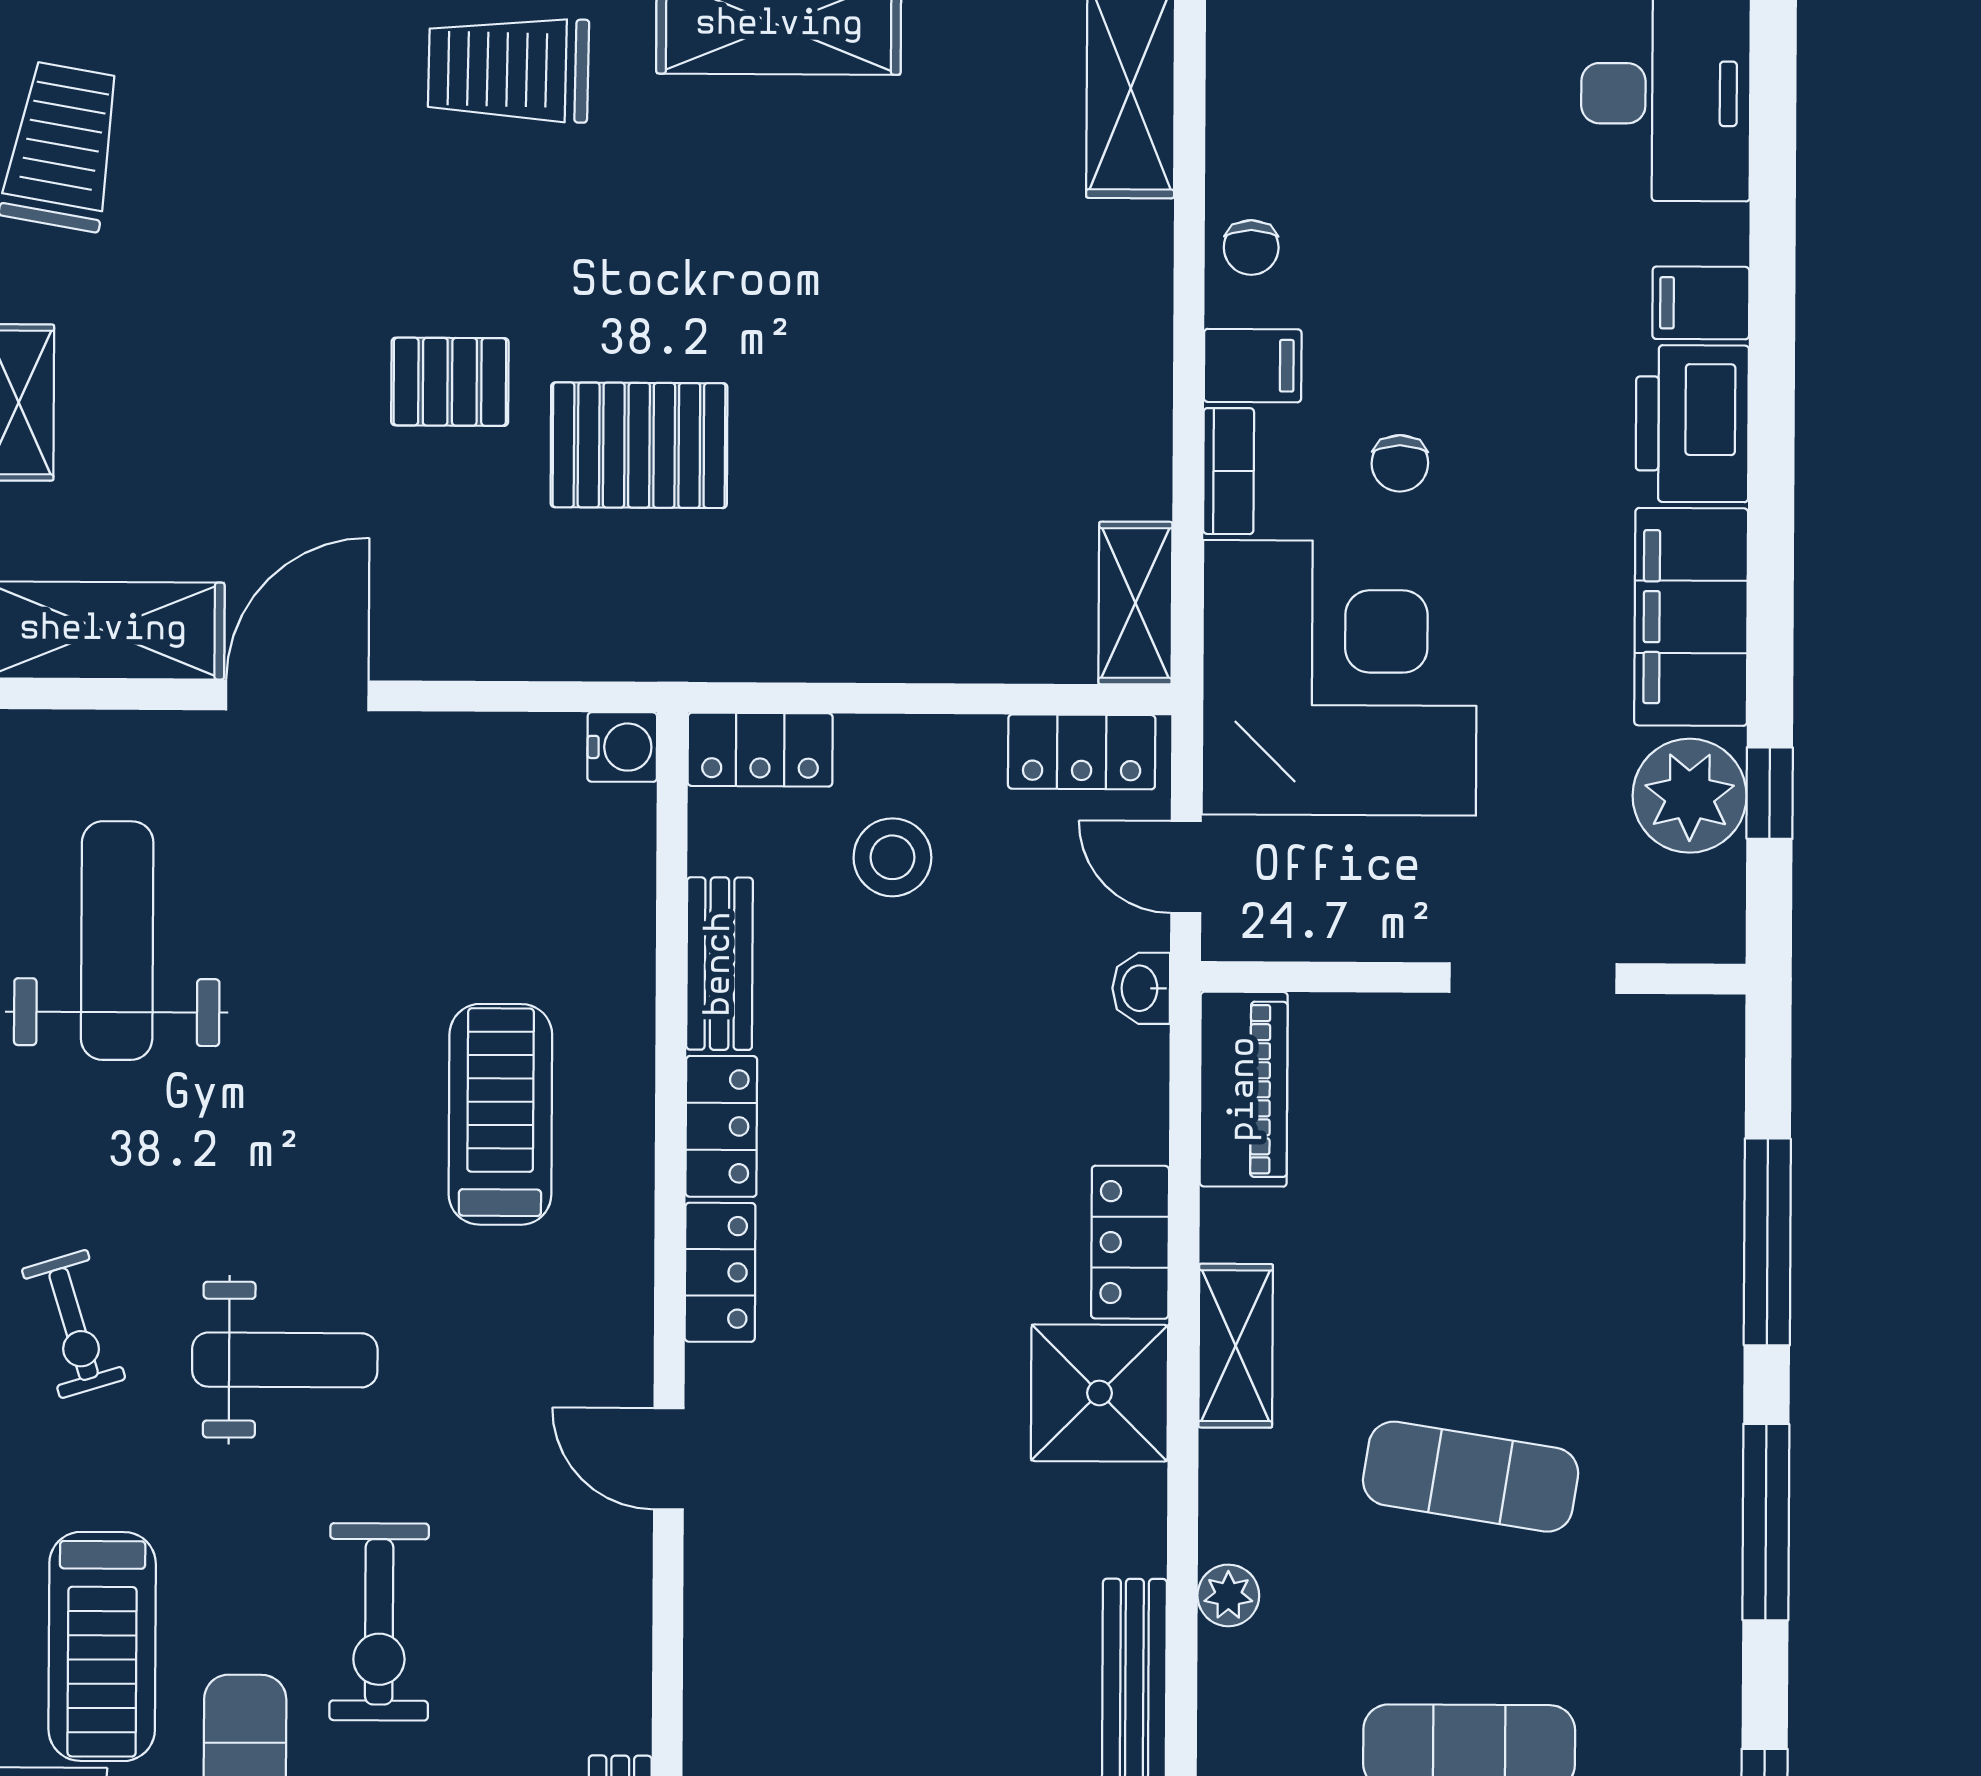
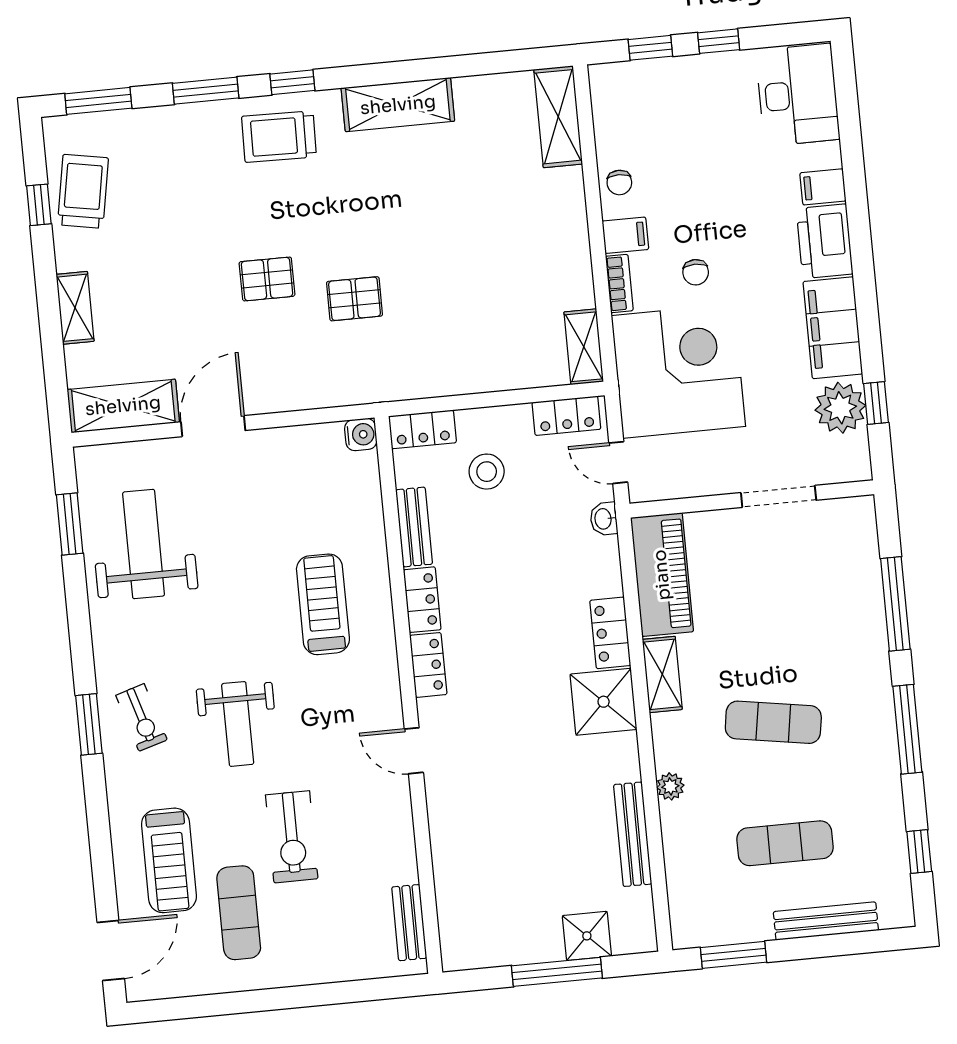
pallet: (639, 445) -> (354, 299), width x0.67, depth x0.71
piano: (1244, 1089) -> (662, 575), width x1.37, depth x1.33
weight bench: (285, 1360) -> (238, 724), turned 90

